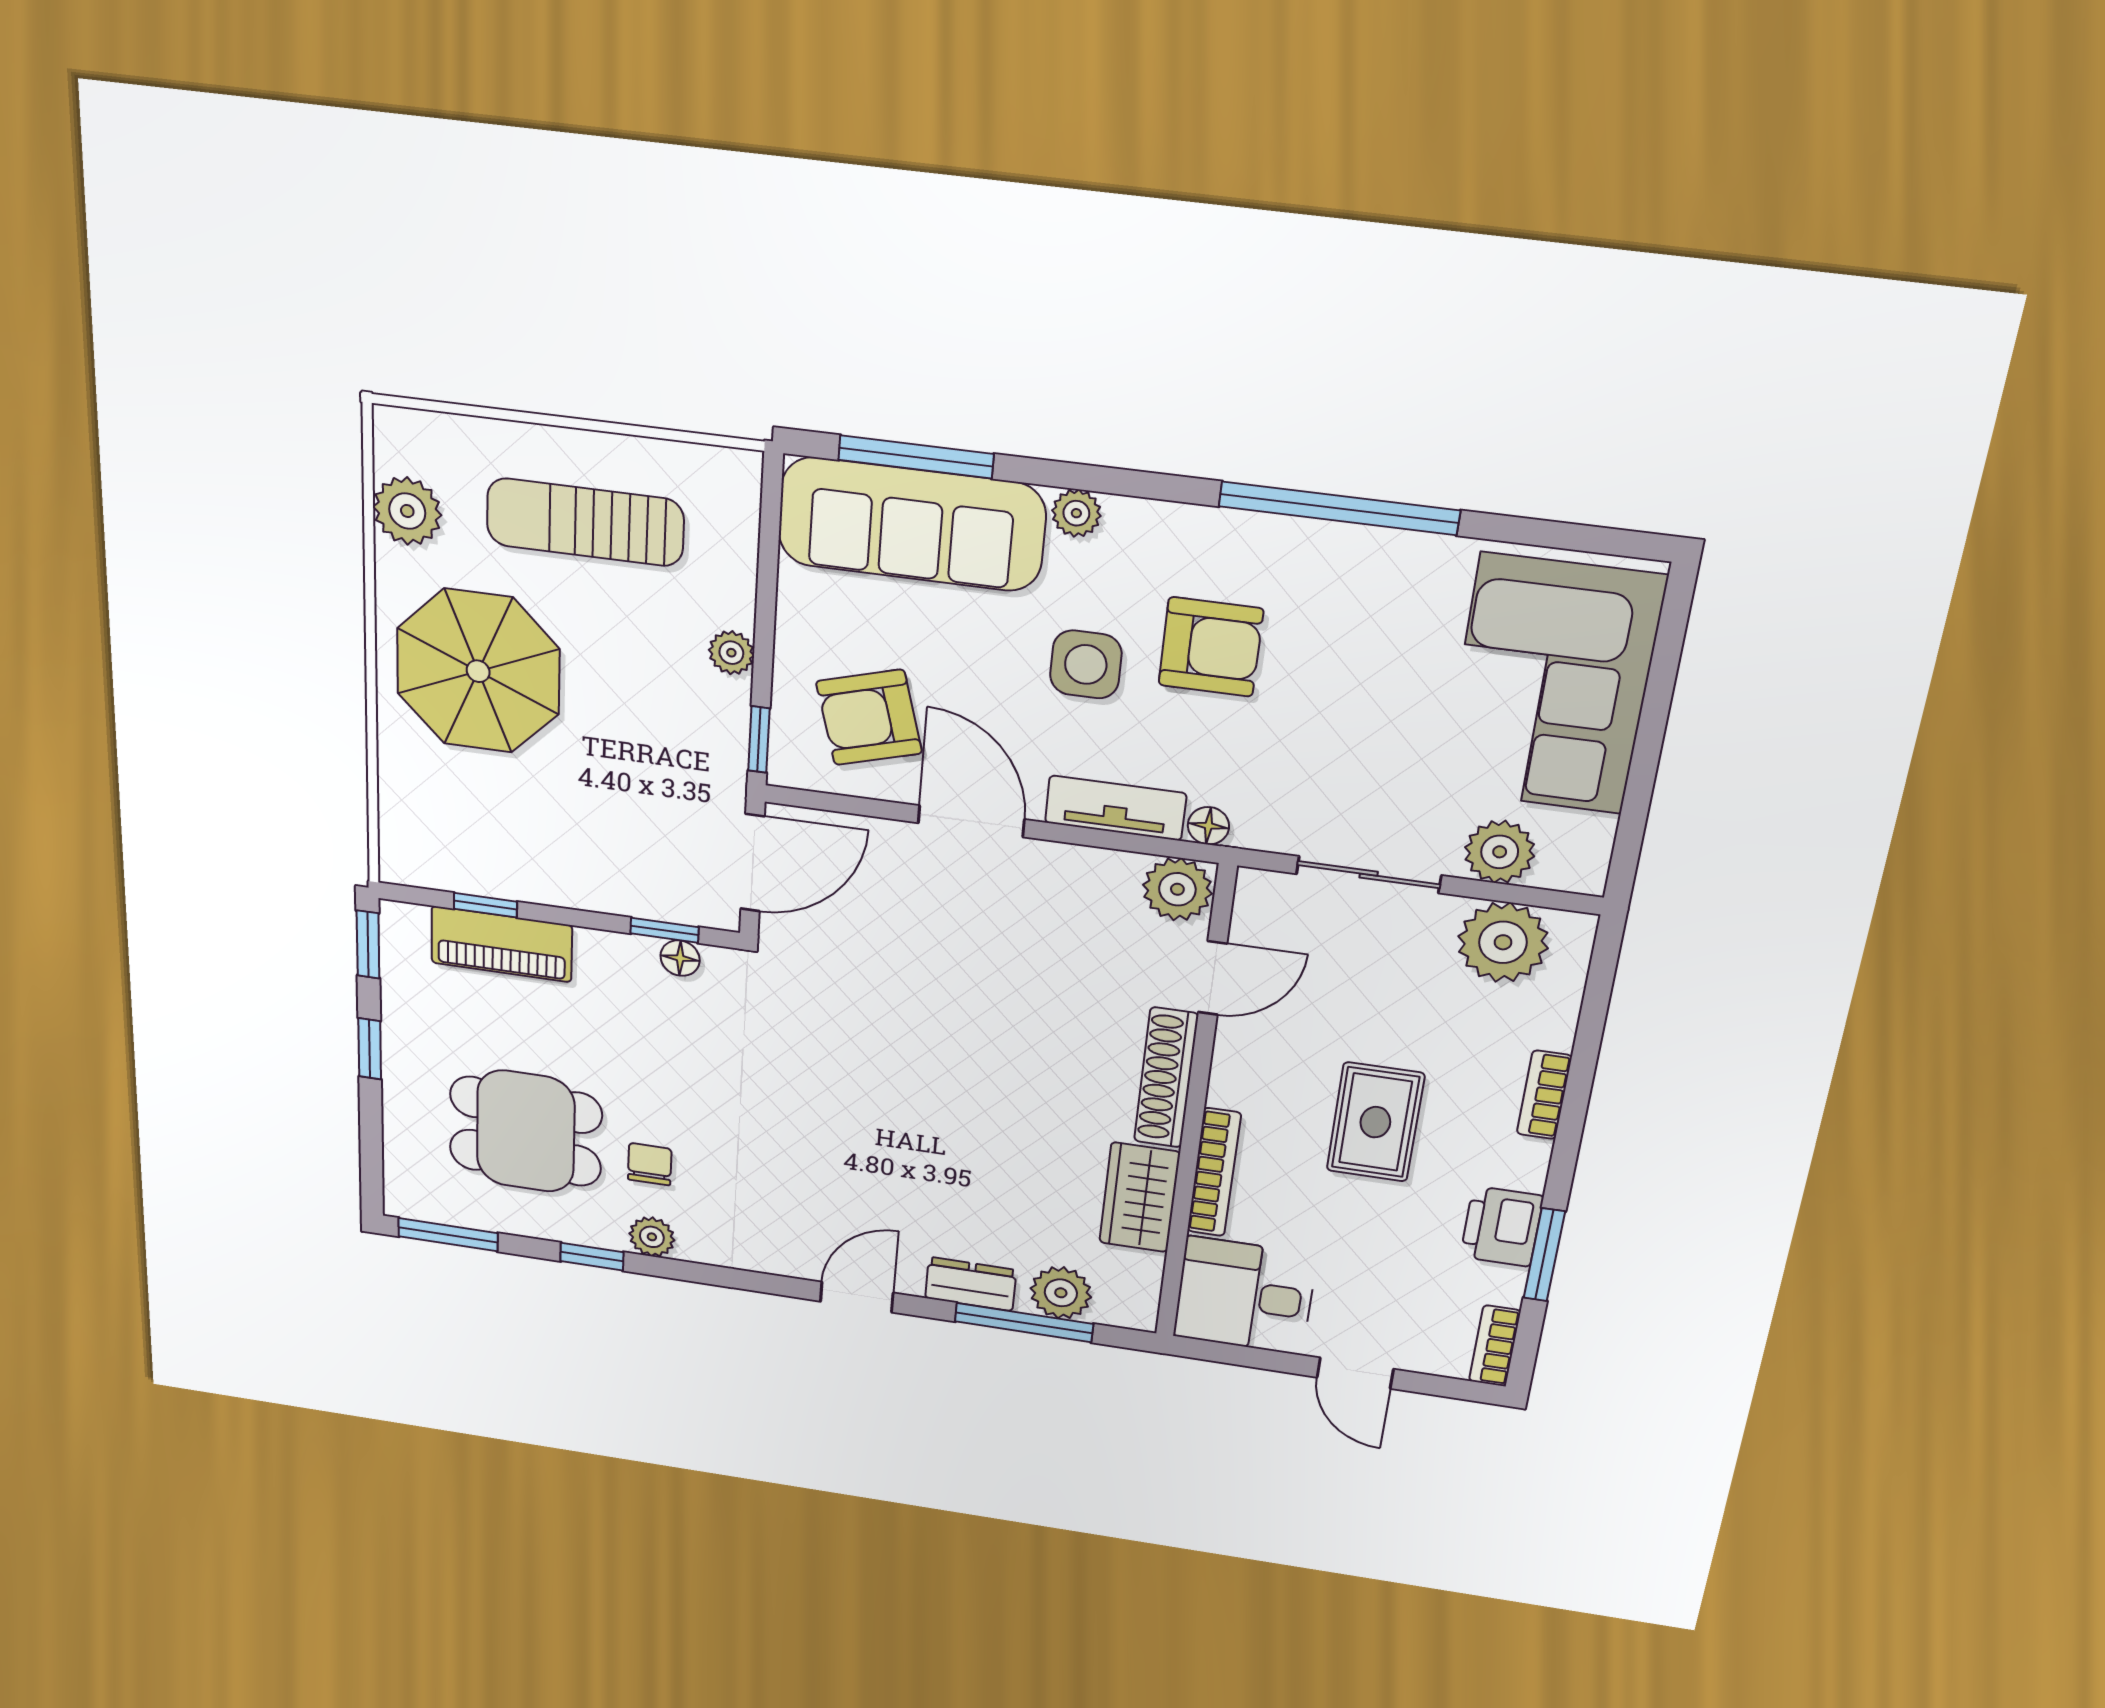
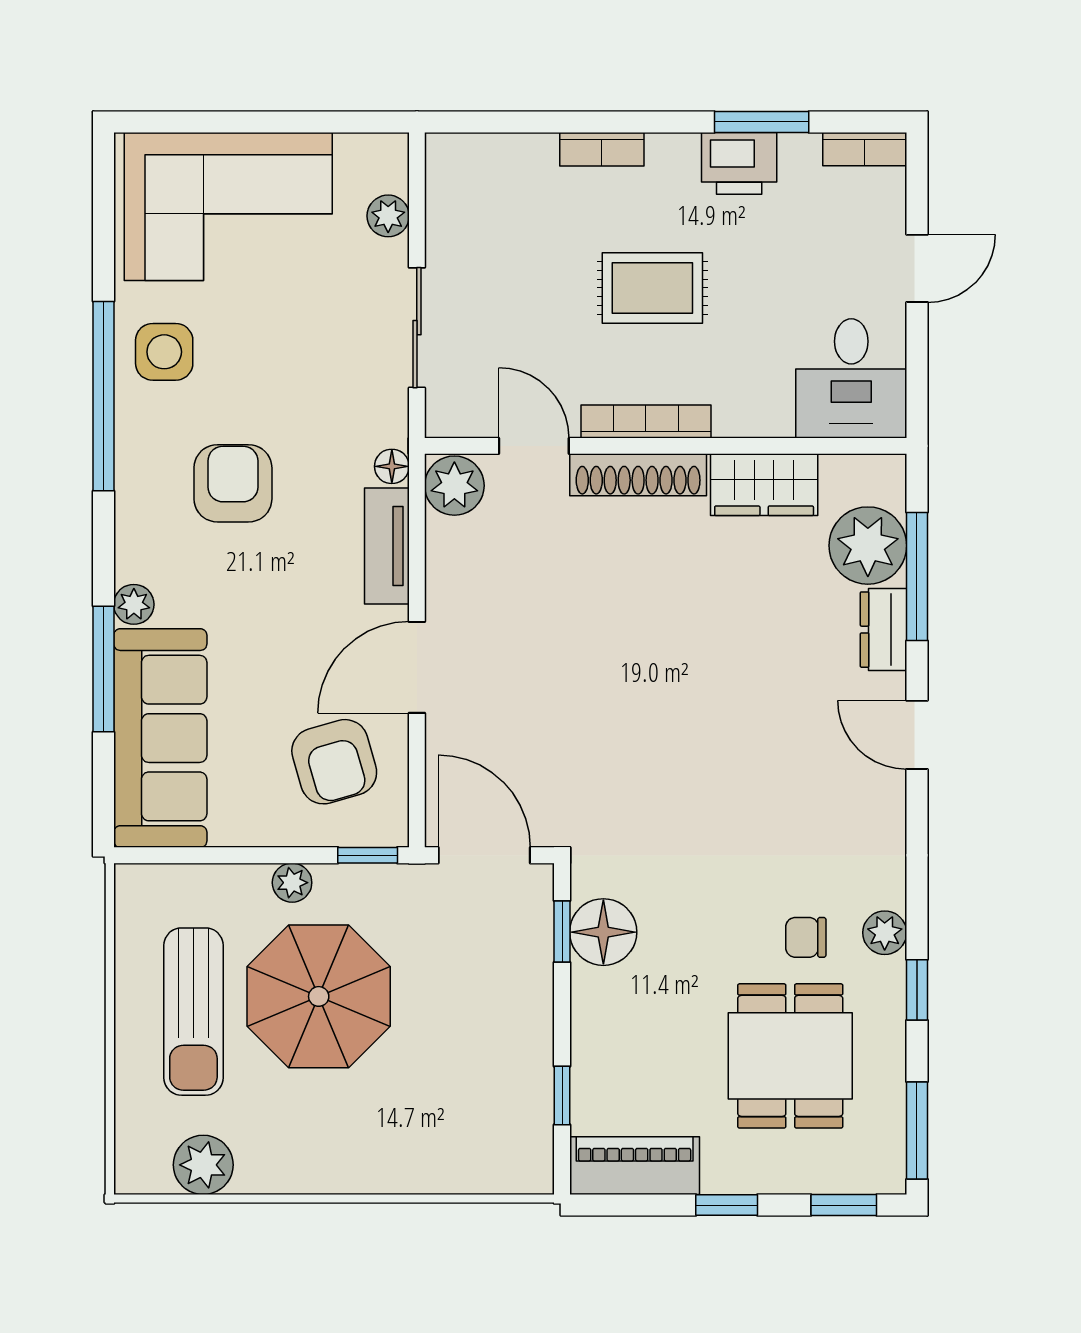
window: (916, 457) -> (103, 669), moved
side table: (1086, 664) -> (164, 352), moved
parasol: (478, 671) -> (319, 996), moved
plant: (1500, 852) -> (388, 216), width x0.73, depth x0.73
plant: (1503, 942) -> (462, 208), removed
piano: (502, 944) -> (635, 1166), moved, turned -90
window: (368, 945) -> (844, 1205), moved
floor lamp: (680, 958) -> (603, 932), width x1.89, depth x1.89
bookcase: (1214, 1172) -> (646, 421), moved
plant: (1061, 1293) -> (868, 546), width x1.36, depth x1.36

